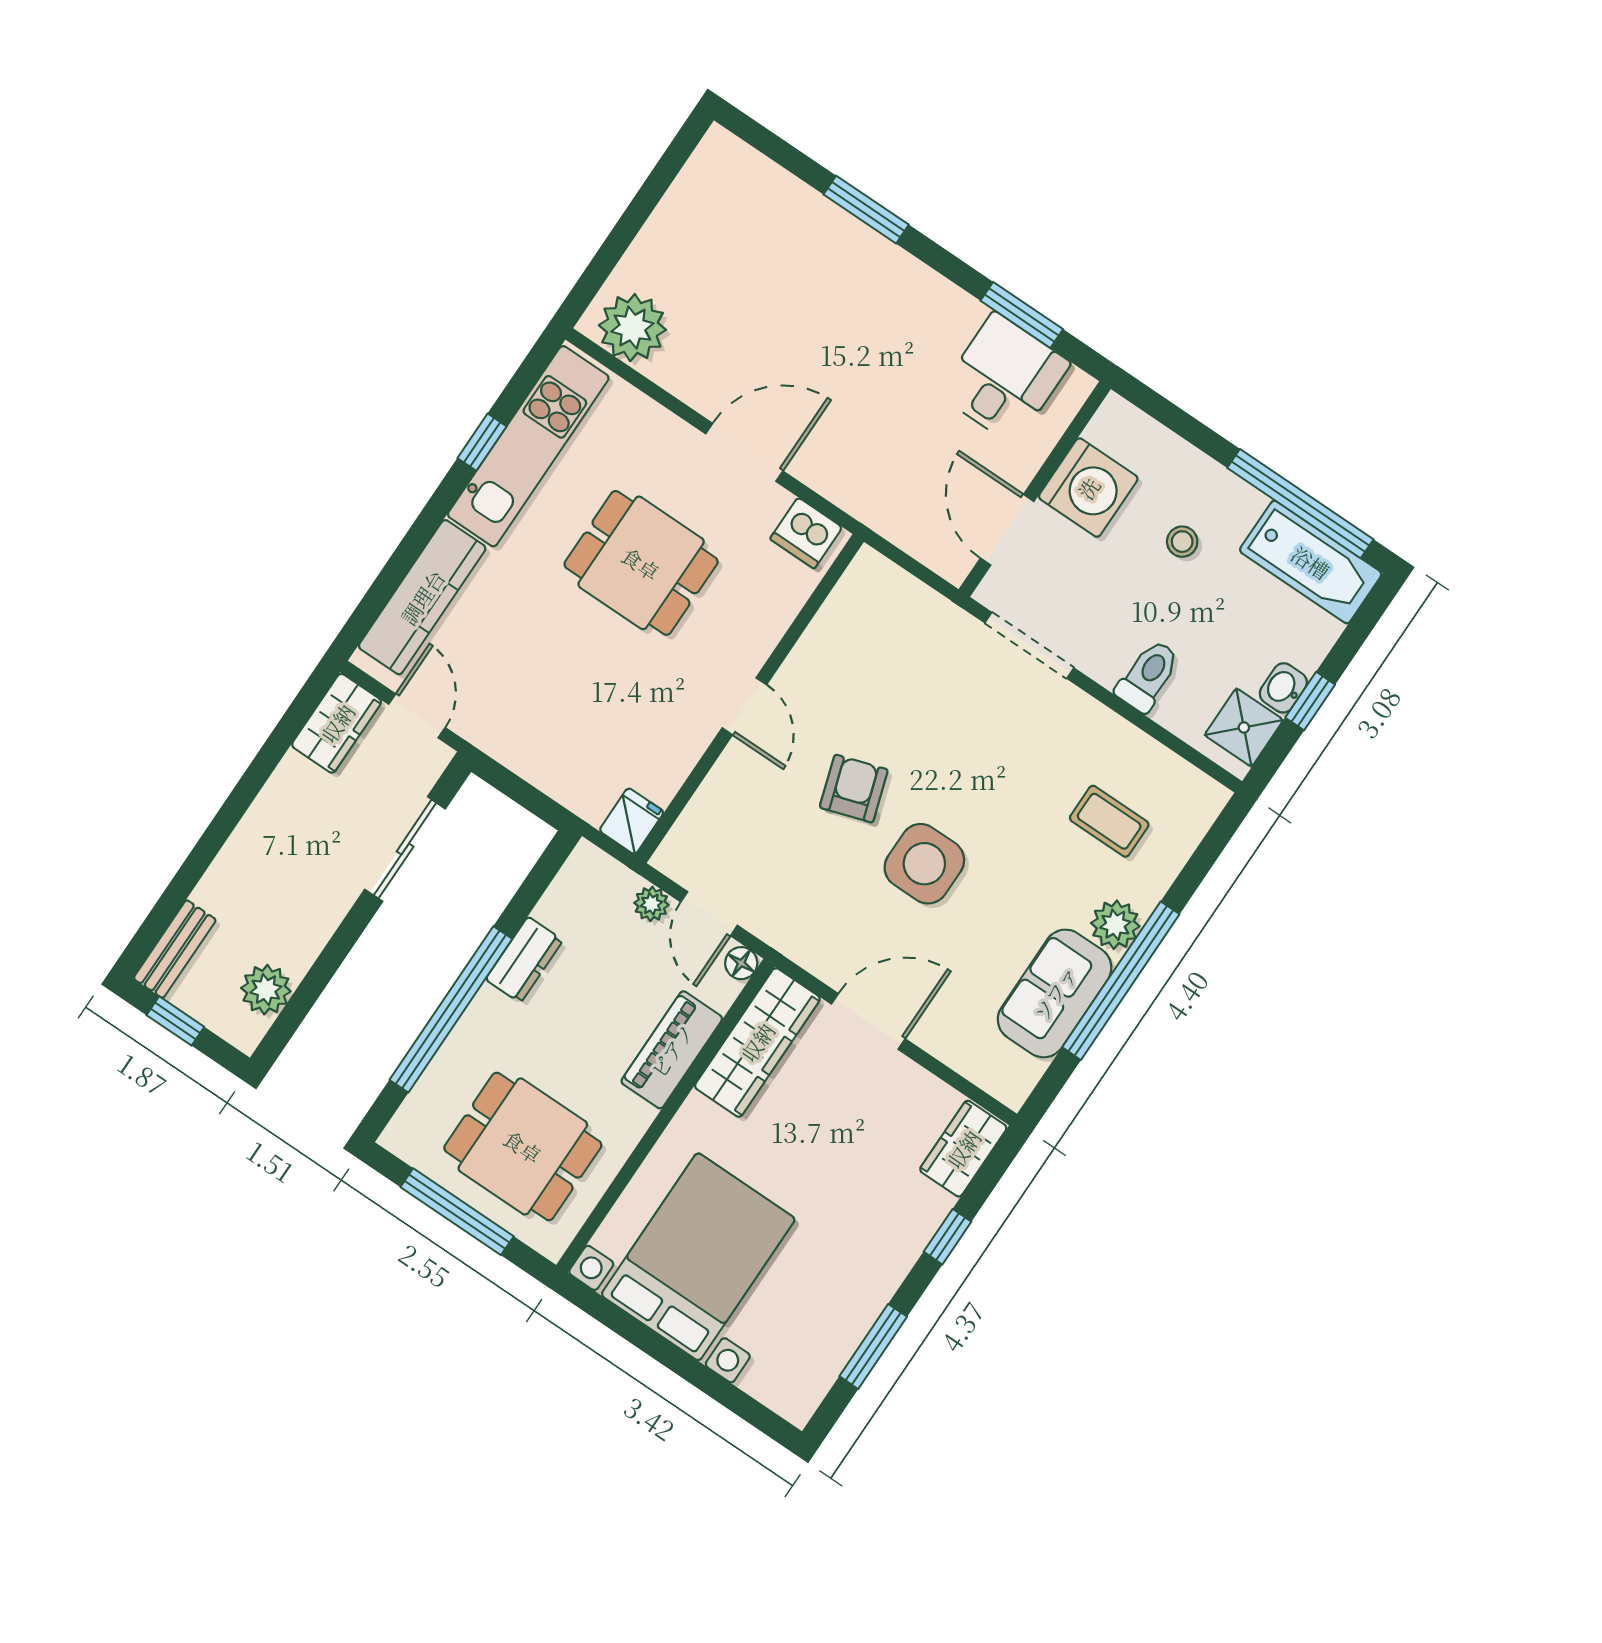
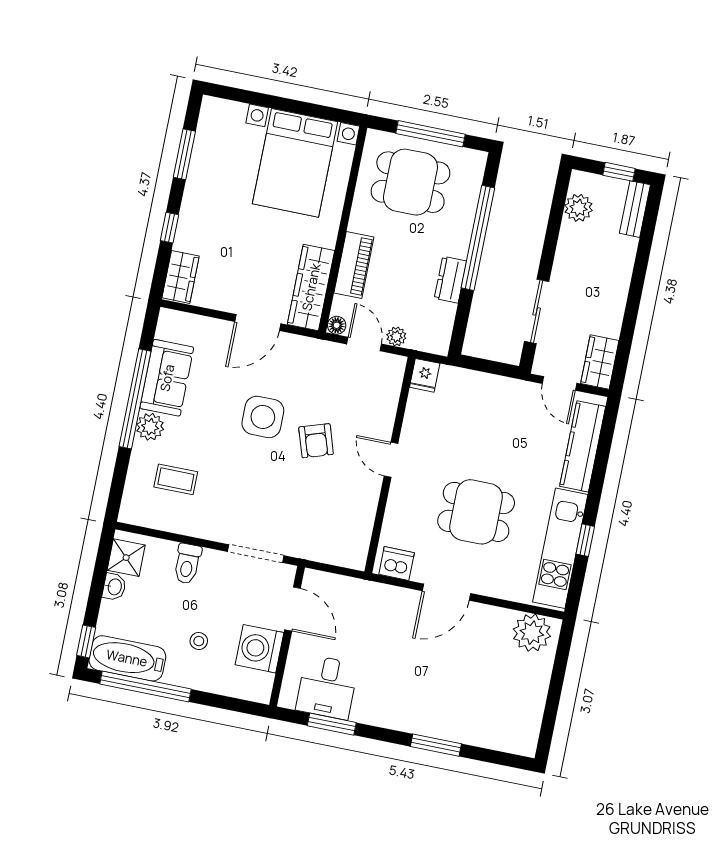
window: (1310, 701) -> (86, 641), moved

